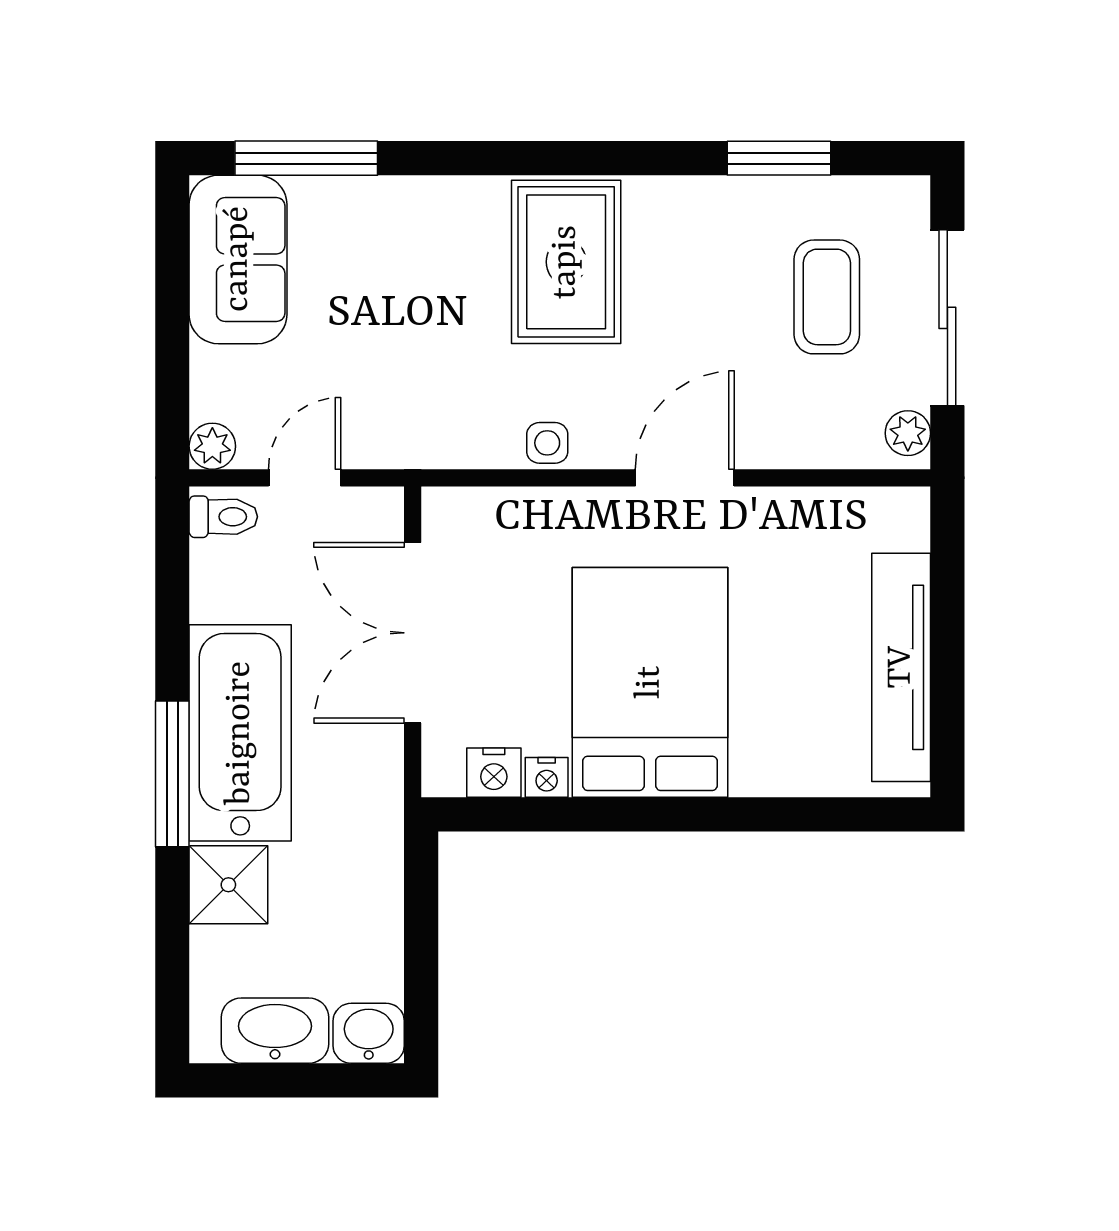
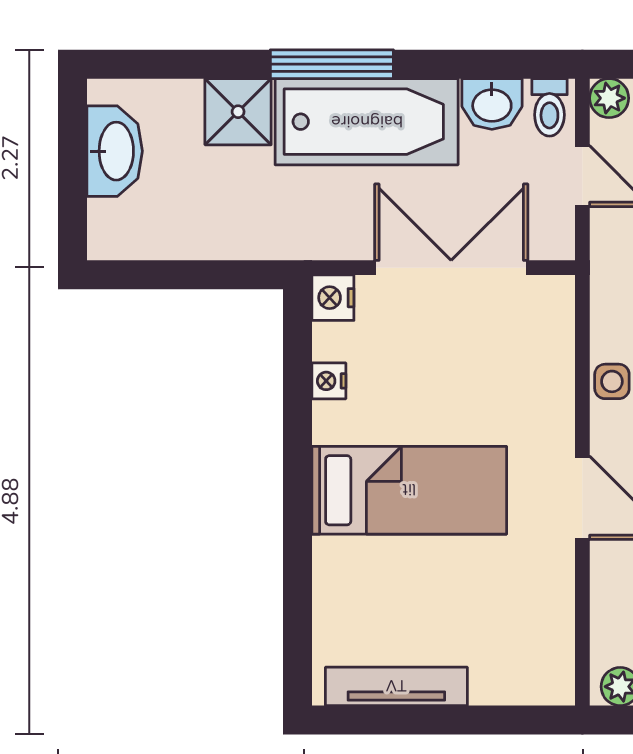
tv unit: (901, 667) -> (396, 686), width x0.73, depth x0.78
bed: (650, 682) -> (409, 490), width x0.67
nightstand: (494, 773) -> (333, 298), moved
washbasin: (369, 1033) -> (492, 104), moved, turned 90

